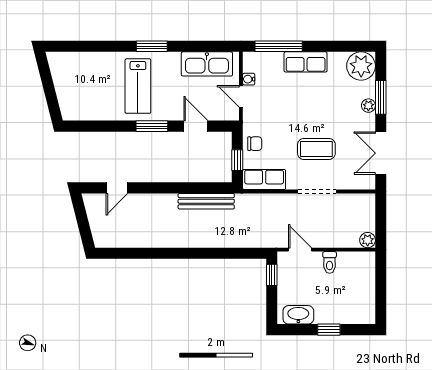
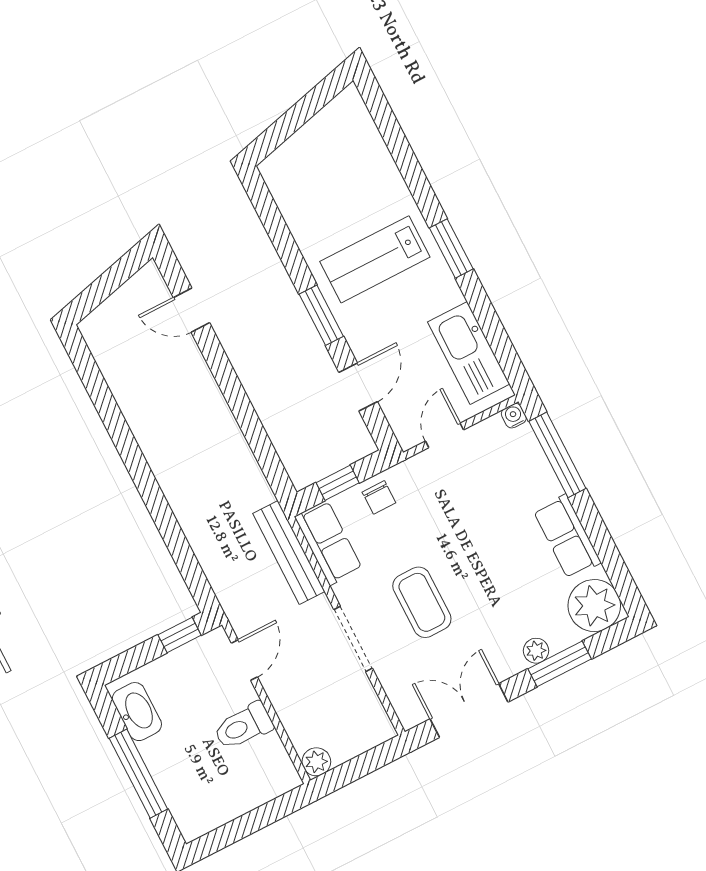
row of seats: (306, 62) -> (567, 537), moved
water cooler: (249, 79) -> (514, 416), moved
bench: (206, 201) -> (289, 552), moved
toilet: (330, 262) -> (243, 726), width x1.37, depth x1.39
window: (329, 330) -> (138, 774), width x2.17

